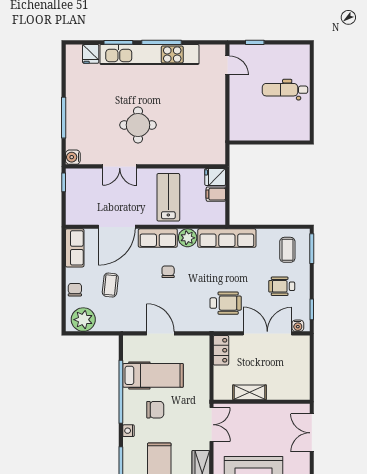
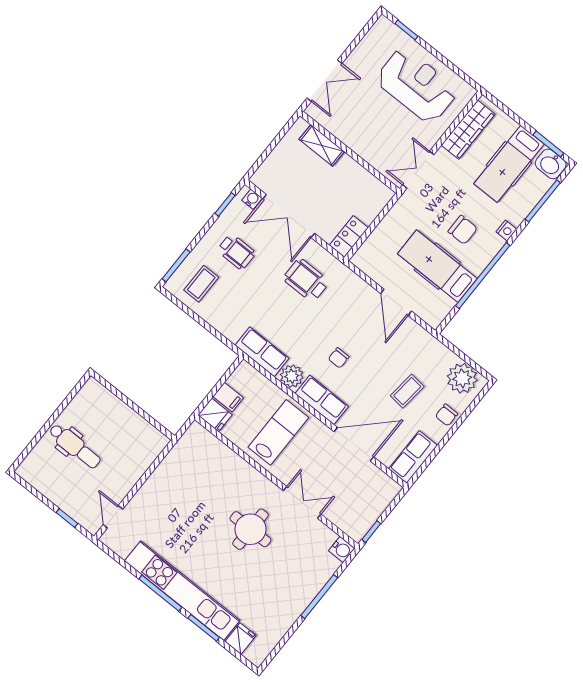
lab bench: (168, 197) -> (278, 432), turned 180
row of seats: (227, 238) -> (262, 352), width x0.68
shelving: (250, 392) -> (322, 145), moved
chair: (155, 410) -> (463, 230), turned 180

